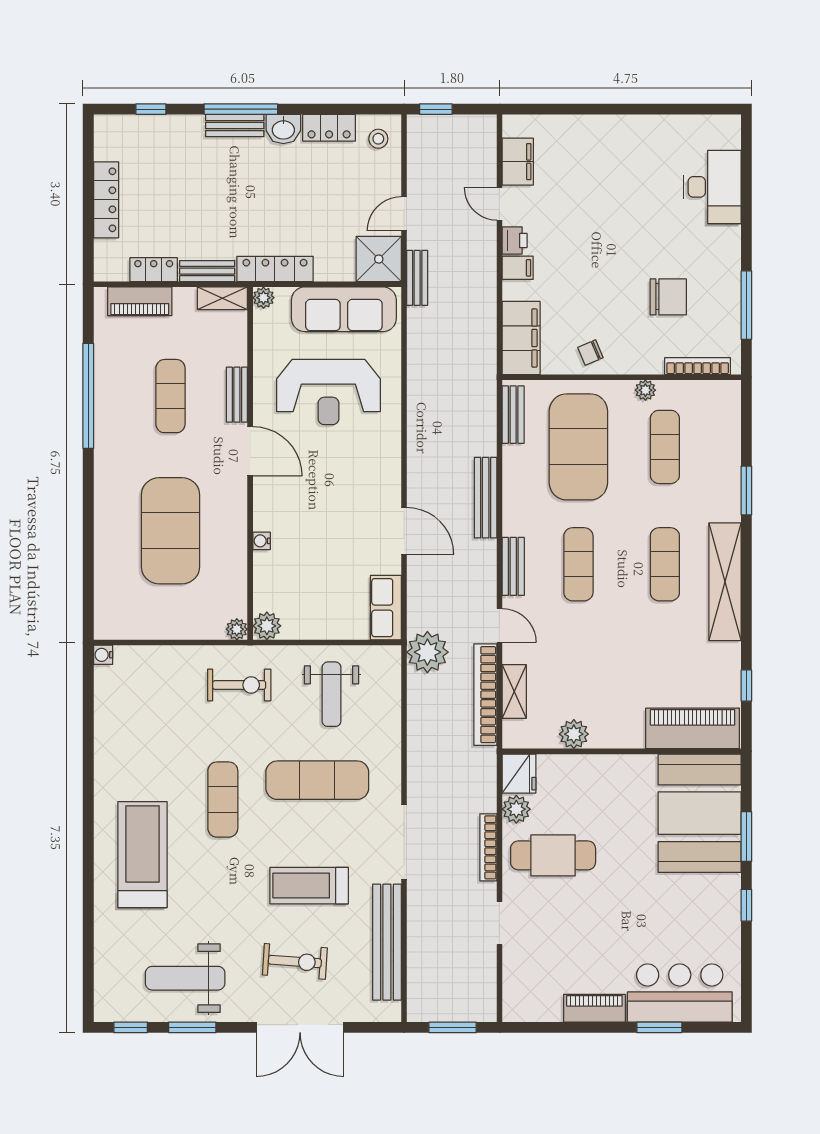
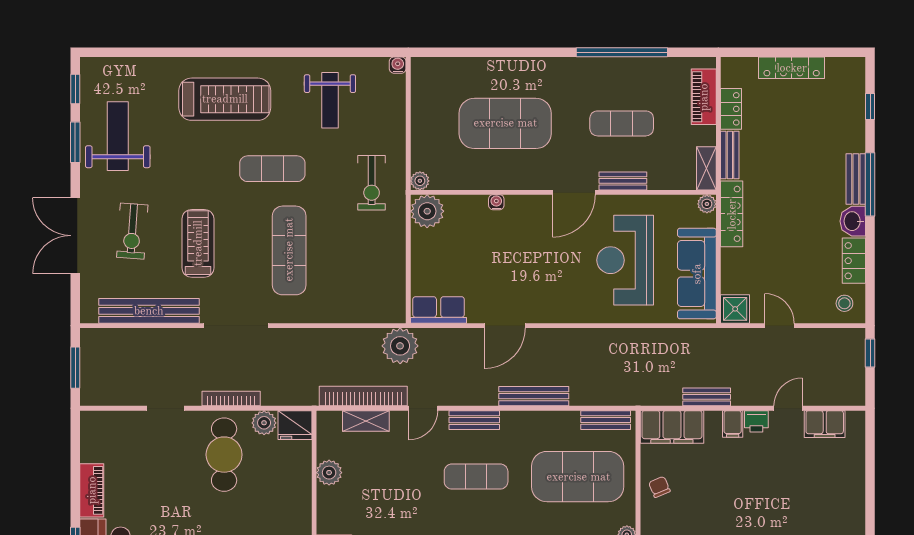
shower: (379, 259) -> (735, 309), width x0.73, depth x0.73
bench: (417, 278) -> (707, 397), moved
plant: (267, 626) -> (427, 211), width x1.36, depth x1.36
weight bench: (332, 694) -> (330, 100), moved, turned -90

